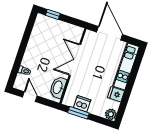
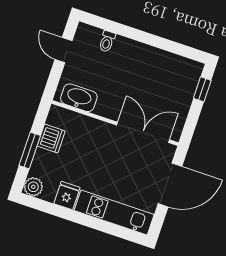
double door: (75, 60) -> (143, 132), moved
door: (30, 97) -> (63, 50), swing flipped
window: (78, 113) -> (30, 151), moved

